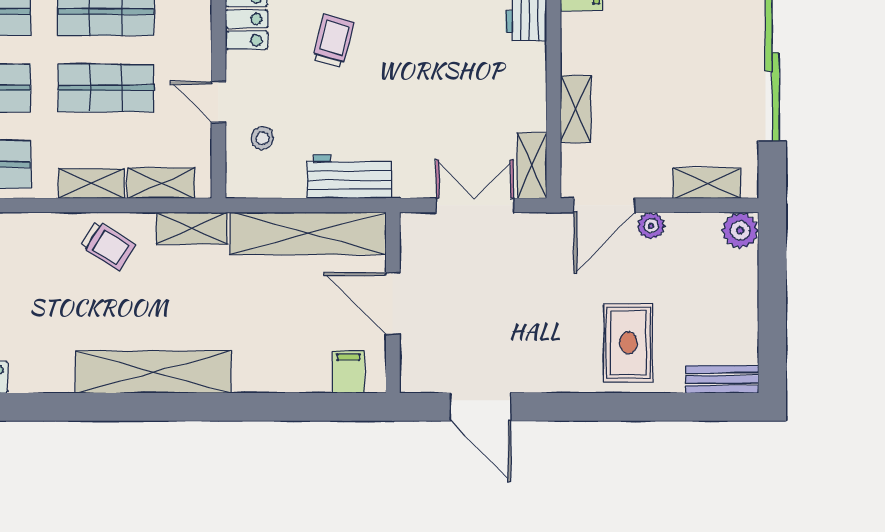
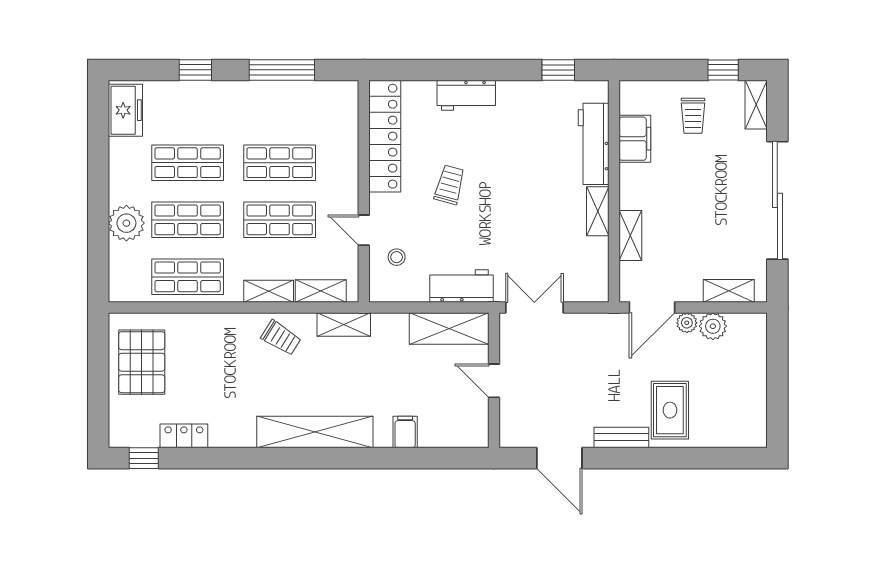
shelving: (532, 165) -> (598, 211), moved
double door: (475, 205) -> (534, 307), moved
plant: (740, 230) -> (713, 326), moved
shelving: (308, 233) -> (449, 328), width x0.68
door: (393, 304) -> (494, 381), width x0.73
filing cabinet: (348, 372) -> (405, 432), moved
bench: (722, 379) -> (621, 437), moved

